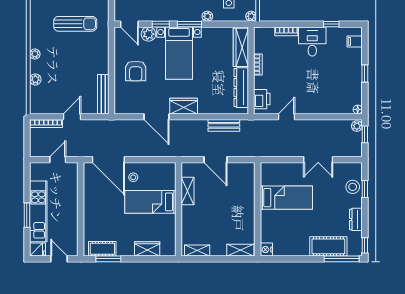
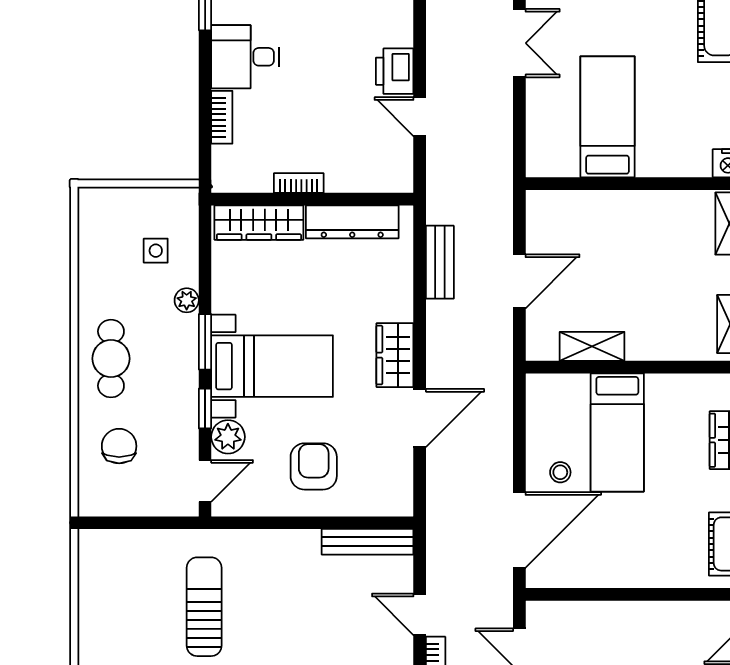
plant: (251, 16) -> (187, 199), removed
armchair: (136, 71) -> (314, 466), turned -90
printer: (262, 99) -> (395, 71), moved, turned -90

